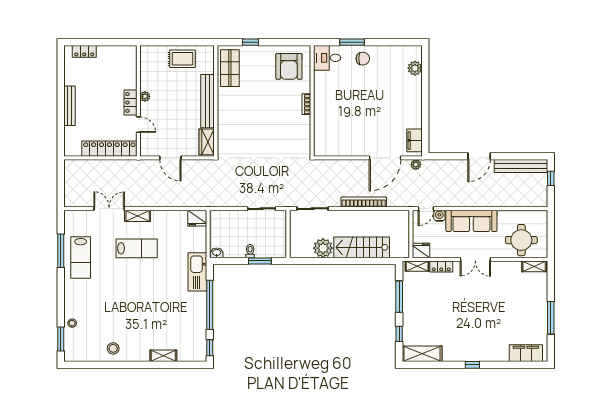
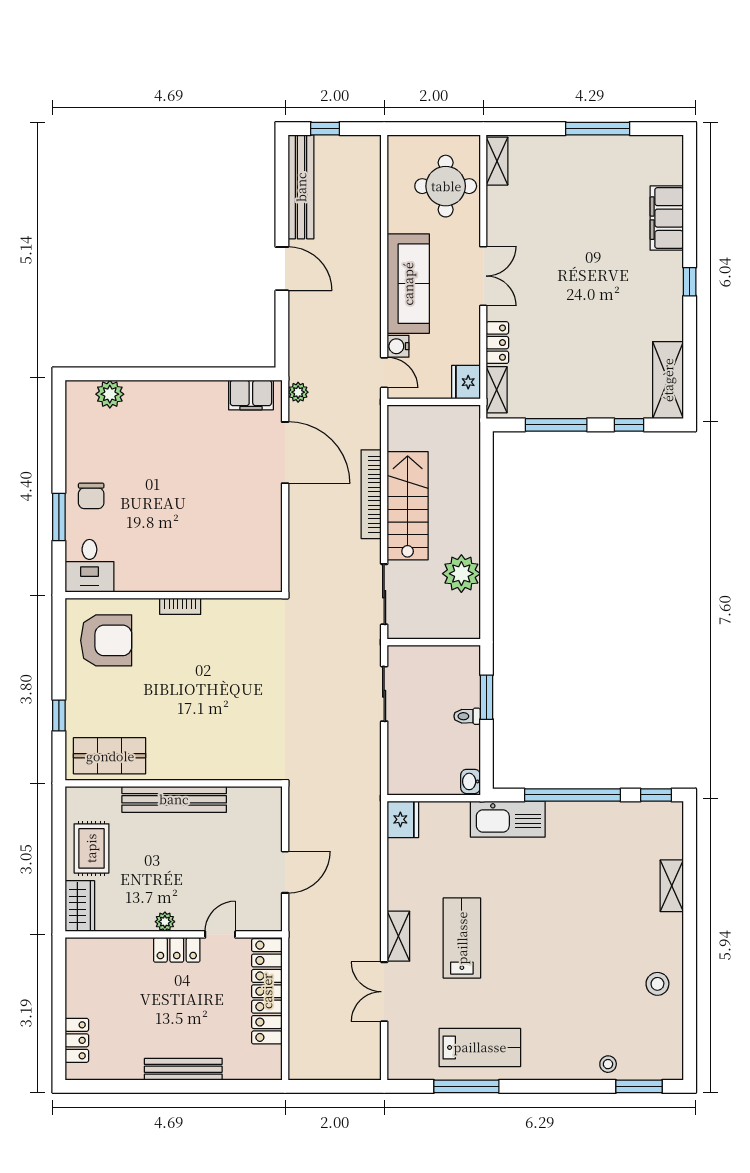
chair: (363, 59) -> (91, 496), turned 180
wardrobe: (207, 142) -> (80, 906), moved, turned -90
stairs: (362, 247) -> (408, 506), moved, turned 180
filing cabinet: (526, 353) -> (667, 218), moved

